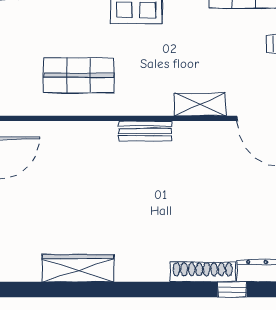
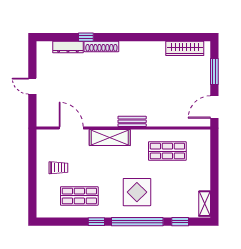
shelving: (200, 104) -> (110, 138), width x1.50, depth x1.33
wardrobe: (78, 268) -> (185, 48), moved

